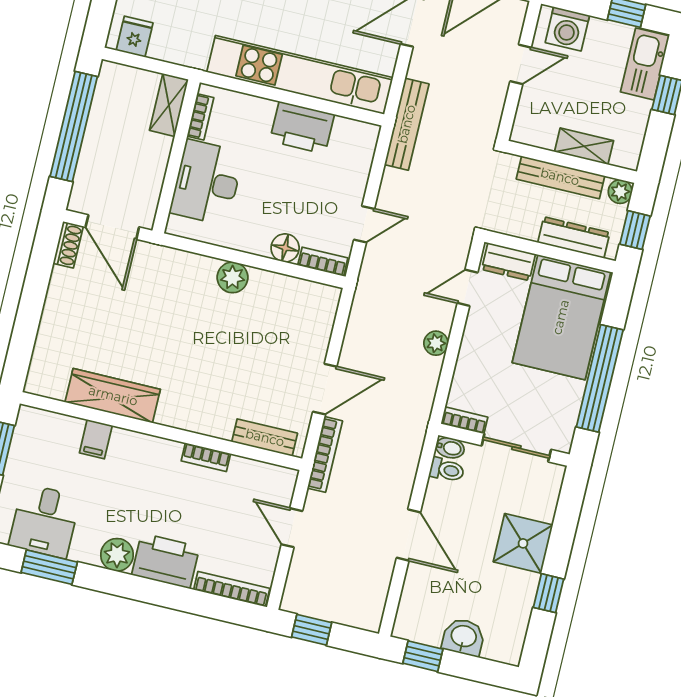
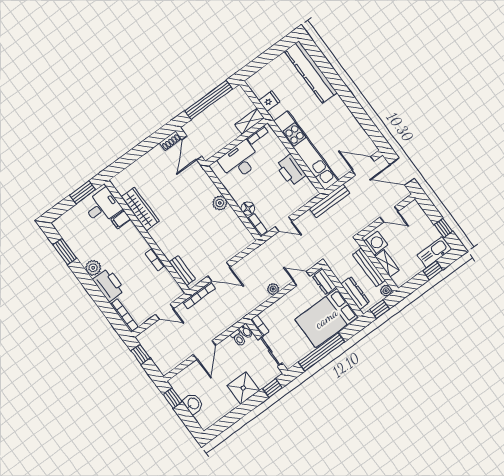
washing machine: (567, 29) -> (376, 243), moved, turned 180
fridge: (135, 37) -> (269, 101), moved
desk: (45, 521) -> (102, 206), moved, turned 180
door: (292, 528) -> (165, 312), swing flipped
window: (548, 593) -> (272, 388), moved

